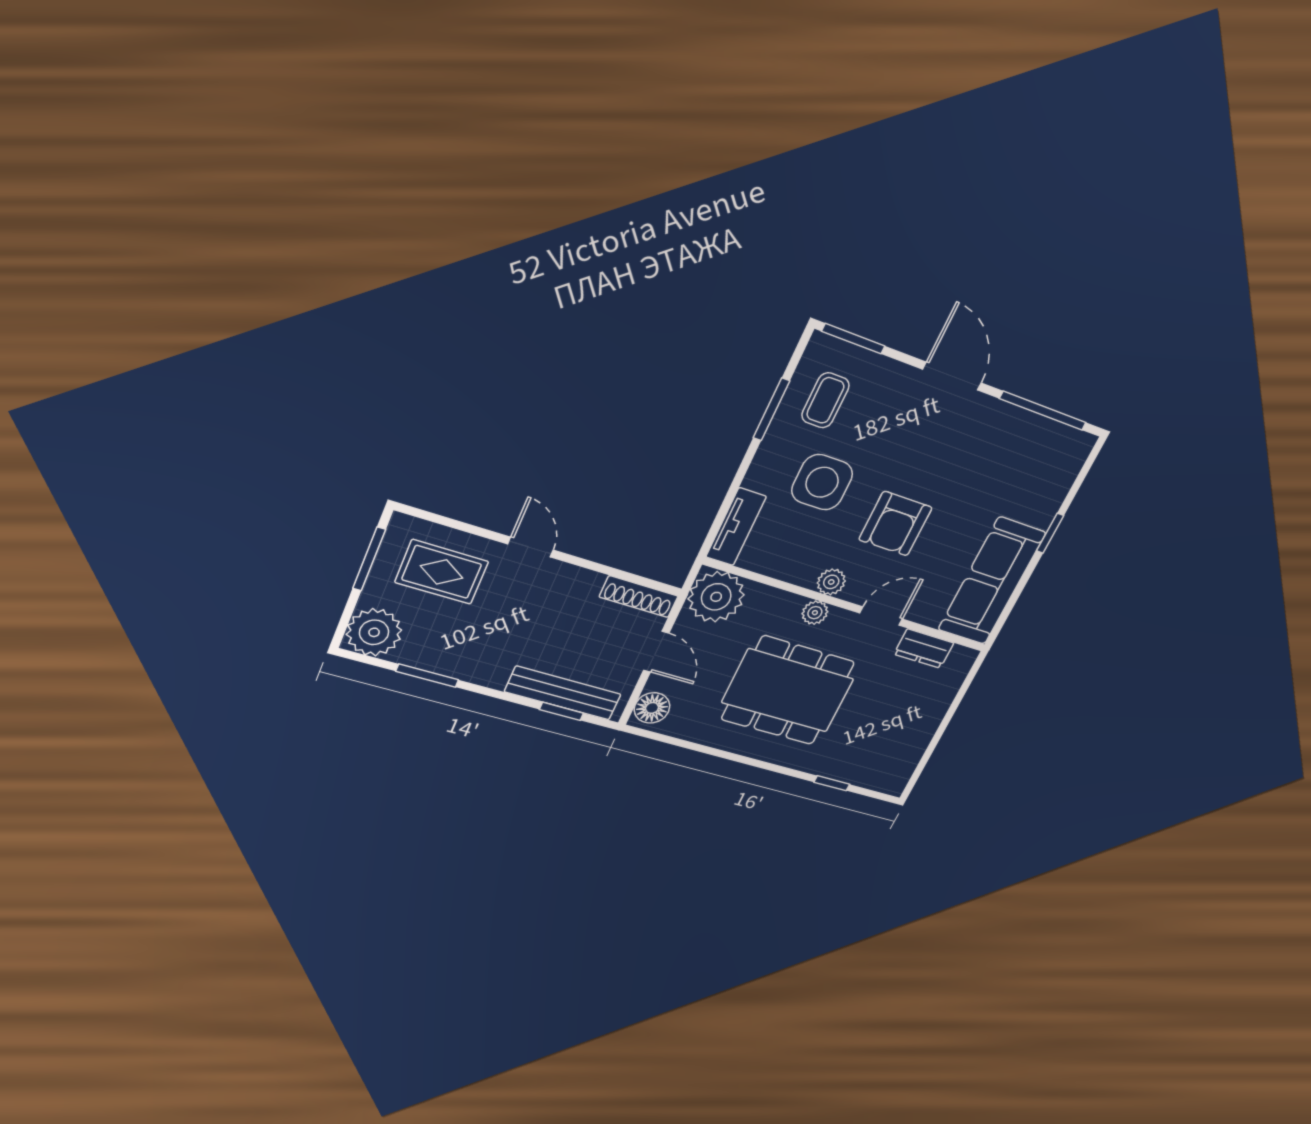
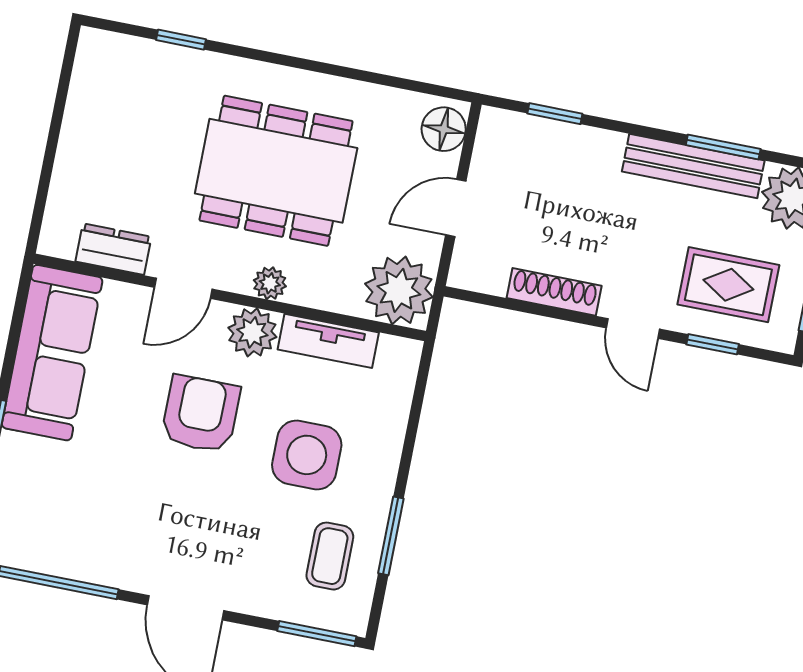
window: (464, 527) -> (713, 344), added
tv unit: (736, 527) -> (328, 341), moved, turned -90
plant: (831, 582) -> (252, 332), width x1.38, depth x1.38
shoe rack: (639, 597) -> (554, 292), moved
door: (656, 652) -> (456, 208), hinge flipped
bench: (563, 693) -> (693, 166), moved

